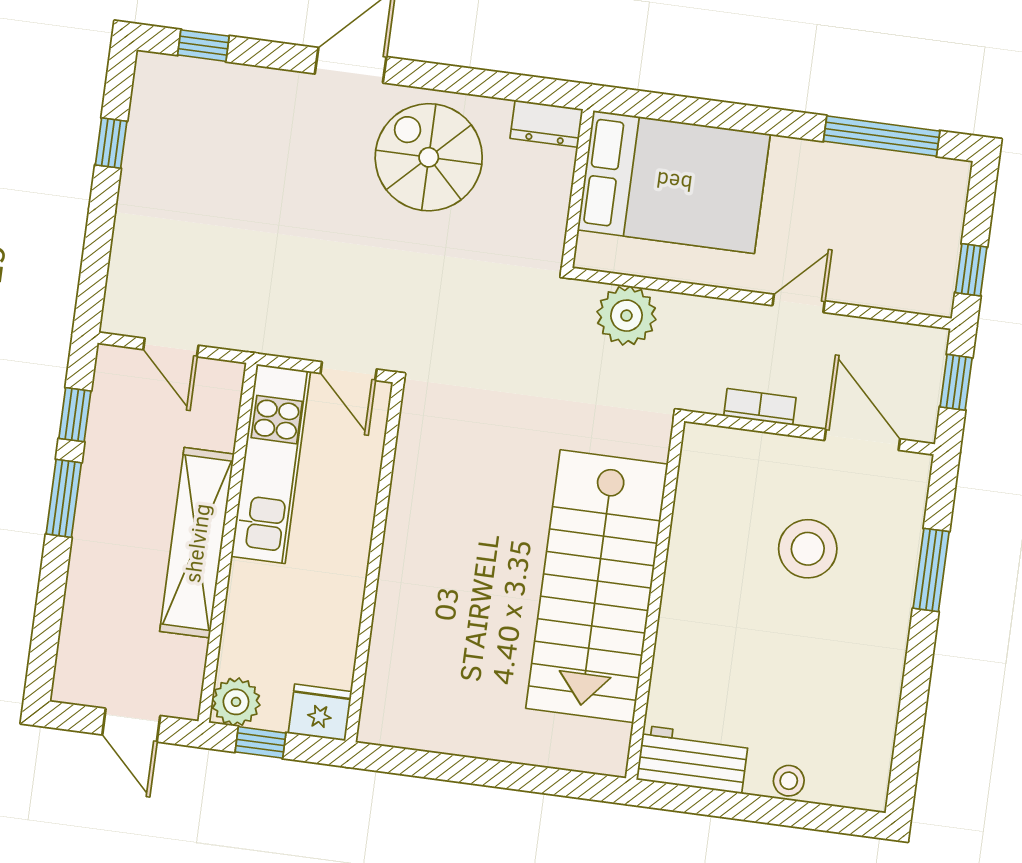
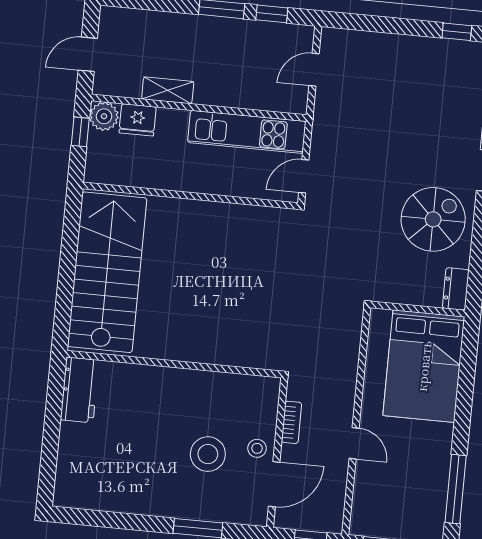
window: (111, 143) -> (457, 32), moved
plant: (626, 316) -> (343, 341), removed
shelving: (197, 543) -> (168, 90), width x0.45, depth x0.75
stairs: (597, 586) -> (107, 272), moved, turned 90
fridge: (320, 712) -> (138, 120), moved, turned 90
stool: (789, 781) -> (257, 448), moved

